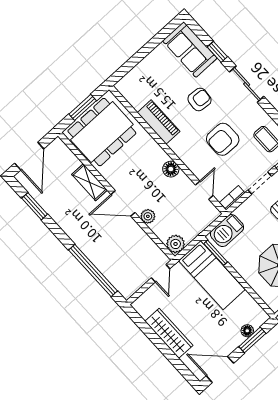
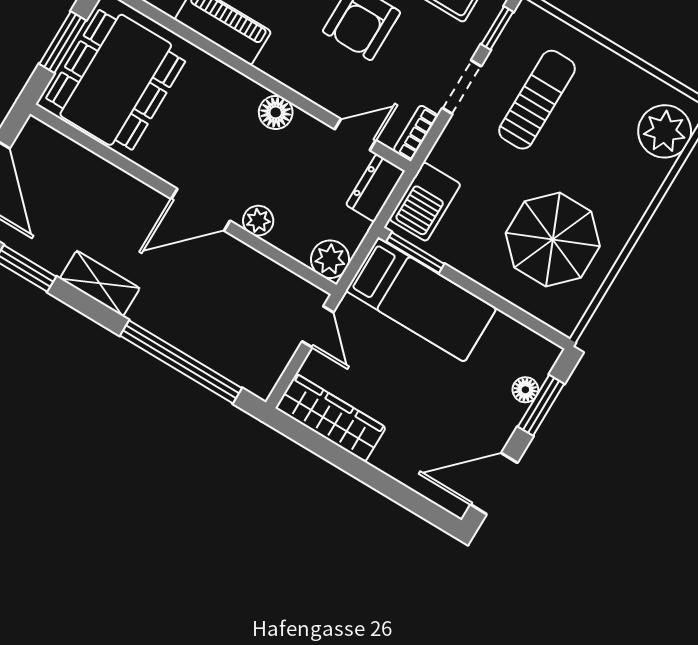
shelving: (90, 182) -> (100, 283), moved
door: (204, 190) -> (355, 135), hinge flipped
dresser: (206, 217) -> (375, 188), added
wardrobe: (169, 333) -> (331, 418), moved

